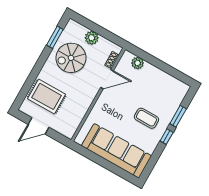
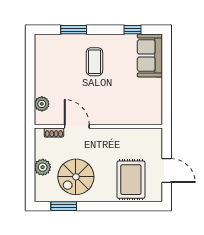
spiral stairs: (71, 58) -> (76, 177), turned 90
window: (167, 137) -> (132, 30), moved
sofa: (116, 151) -> (150, 56), width x0.54, depth x0.79

